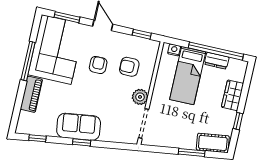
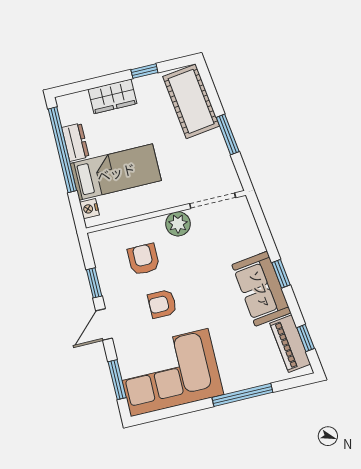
window: (142, 34) -> (94, 283), moved
window: (28, 61) -> (242, 395), moved
armchair: (129, 67) -> (143, 259), turned 180
piano: (31, 94) -> (290, 344), moved, turned -98
cot: (213, 143) -> (191, 101), width x1.37, depth x1.34
window: (192, 152) -> (228, 134), moved

